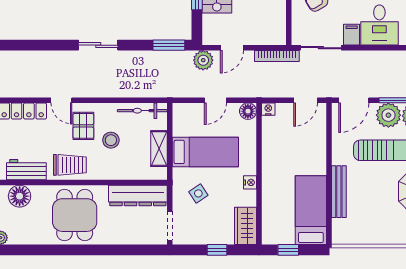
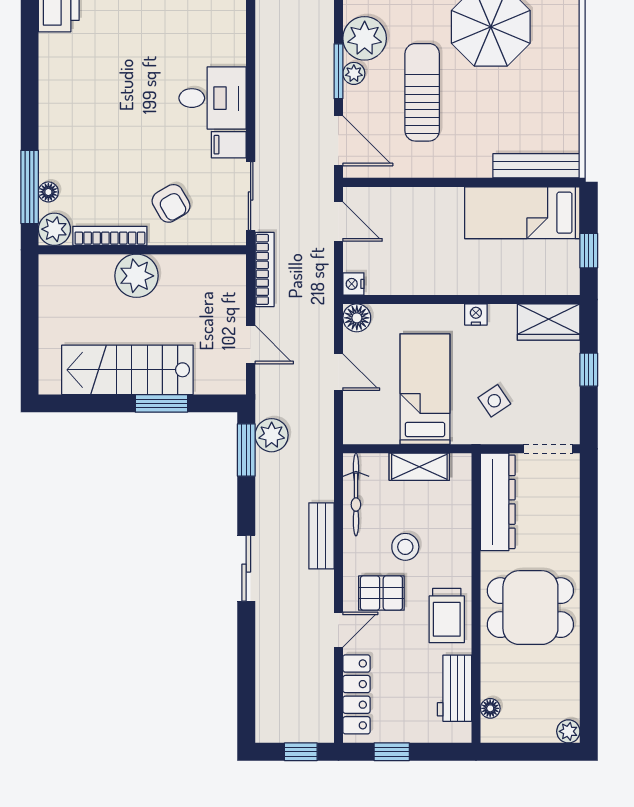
plant: (203, 60) -> (272, 435), moved
bench: (118, 90) -> (321, 536), added
plant: (388, 115) -> (354, 73), width x0.53, depth x0.53
trolley: (70, 165) -> (447, 616), turned 180
bench: (339, 192) -> (536, 166), moved
floor lamp: (20, 196) -> (490, 708), width x0.53, depth x0.53

